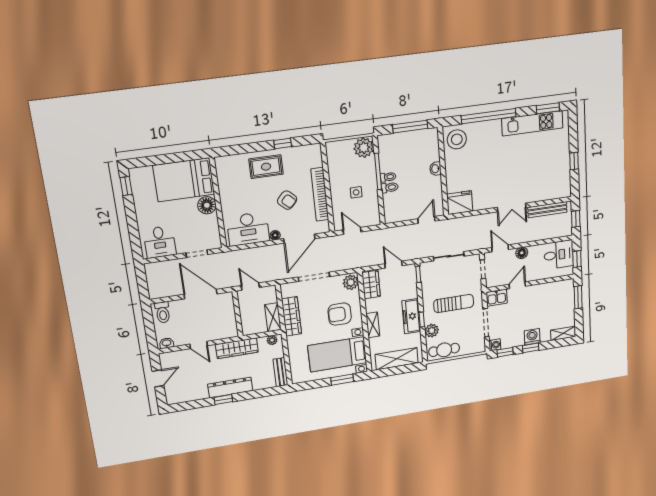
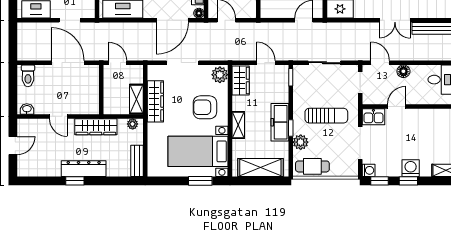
floor lamp: (275, 235) -> (199, 13), moved

